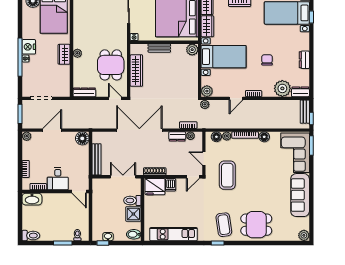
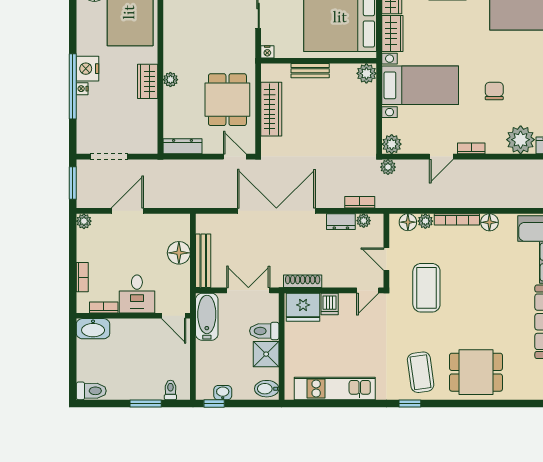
floor lamp: (82, 138) -> (179, 253), moved
bathtub: (99, 192) -> (207, 317), added

